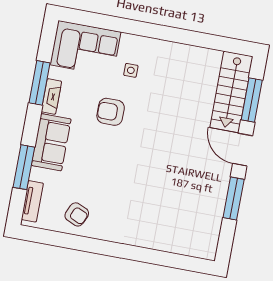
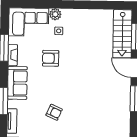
plant: (130, 43) -> (55, 14), added
armchair: (77, 214) -> (54, 112), moved

